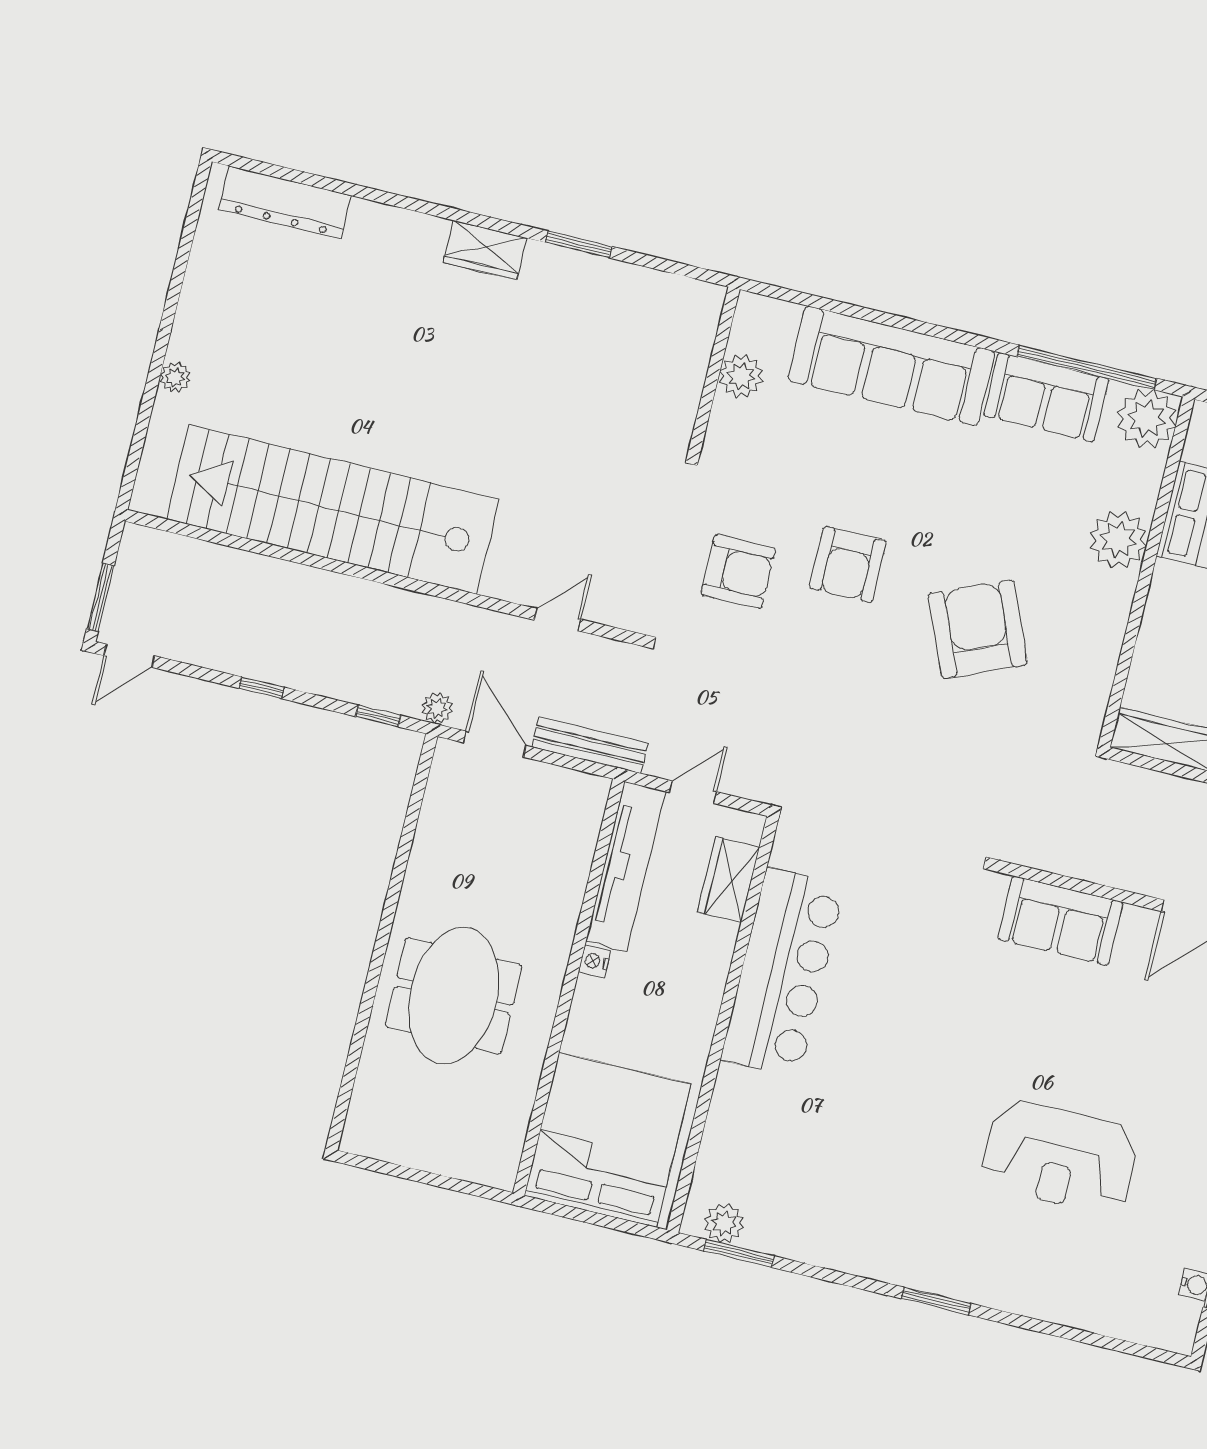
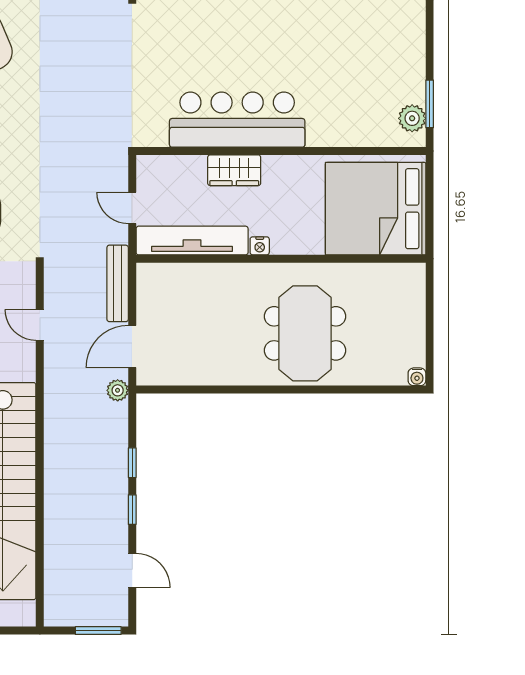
door: (129, 656) -> (132, 571), moved
window: (378, 716) -> (132, 463), moved
wardrobe: (729, 880) -> (234, 170), moved
meeting table: (454, 996) -> (305, 333), turned 90
water cooler: (353, 1141) -> (417, 377), added

